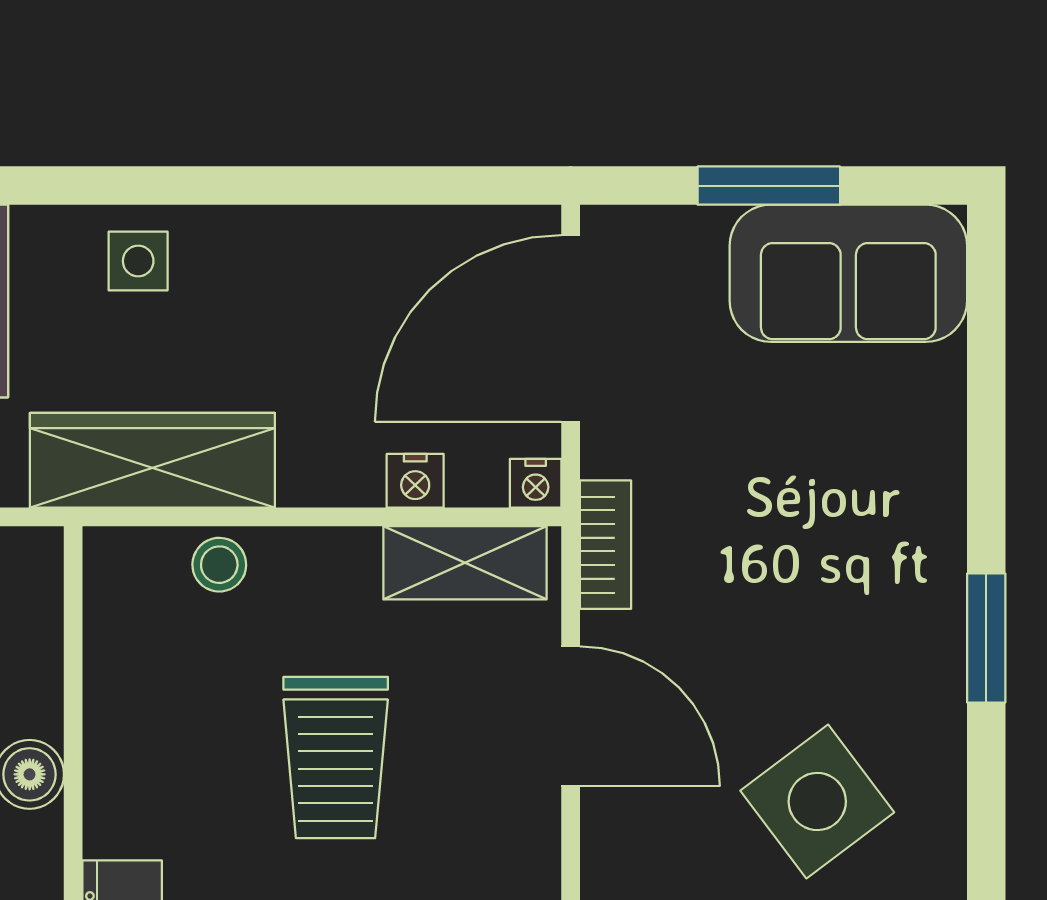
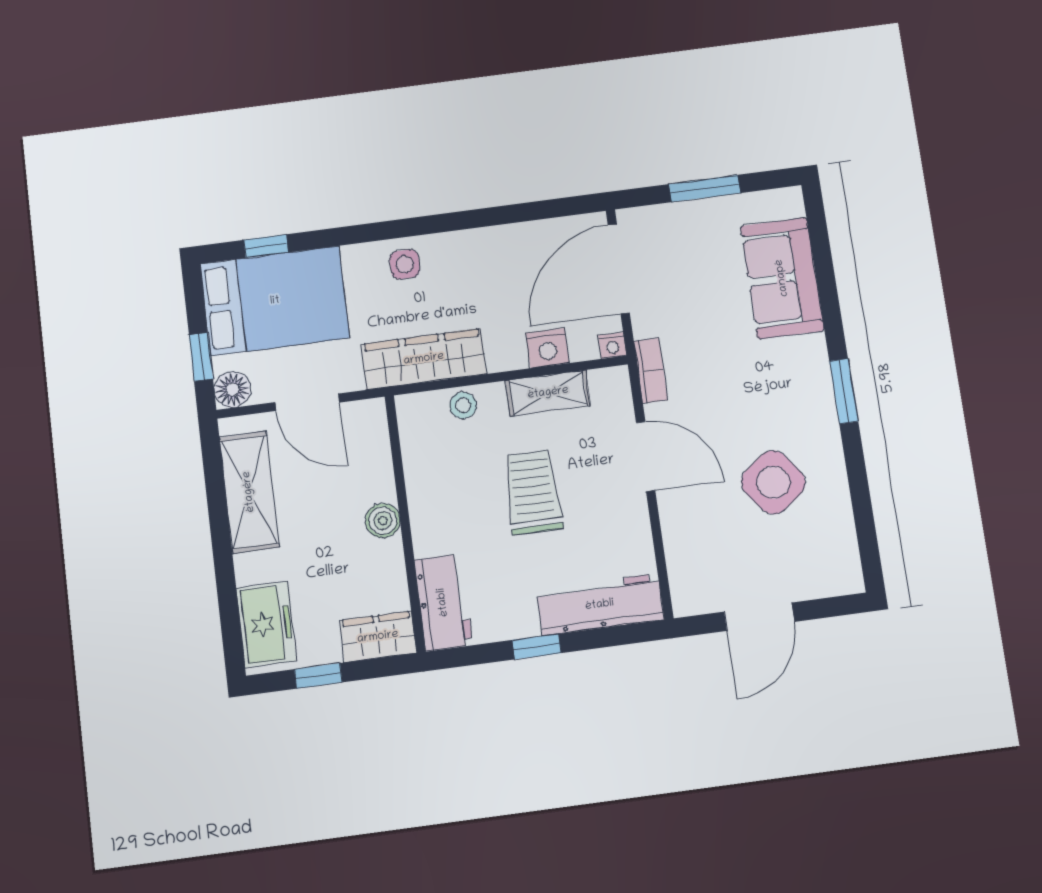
sofa: (848, 273) -> (782, 278), moved, turned 90
nightstand: (415, 481) -> (547, 348), width x1.39, depth x1.35
shelving: (465, 563) -> (548, 393), moved
trolley: (336, 757) -> (533, 492), turned 180

